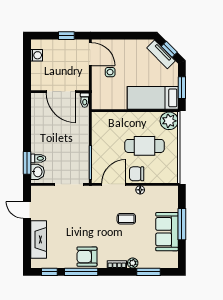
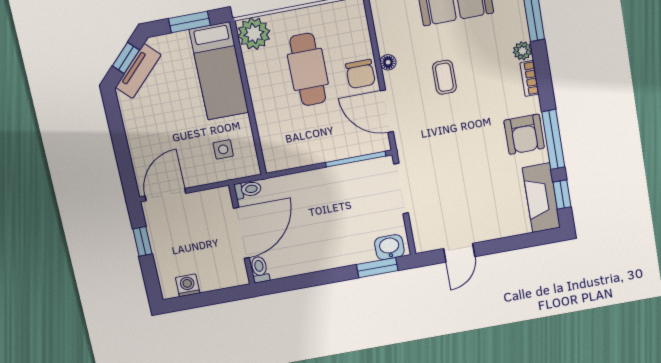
side table: (110, 72) -> (223, 149), moved
toilet: (38, 158) -> (260, 269), moved
fireplace: (39, 239) -> (541, 198), moved, turned -90

